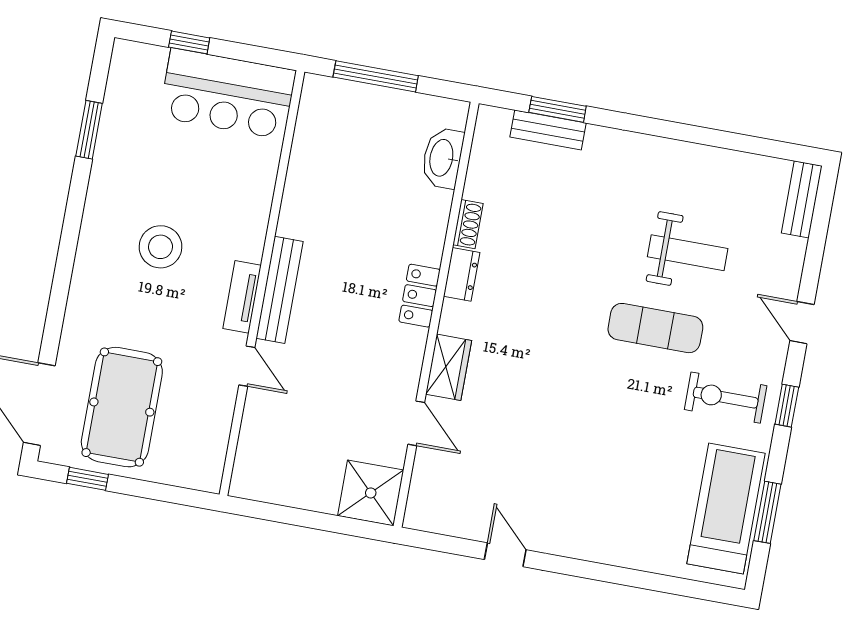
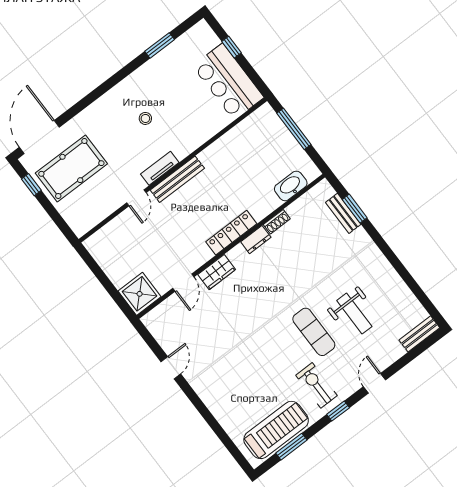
stool: (160, 247) -> (145, 118), width x0.53, depth x0.53
locker: (419, 296) -> (231, 233), width x1.53

